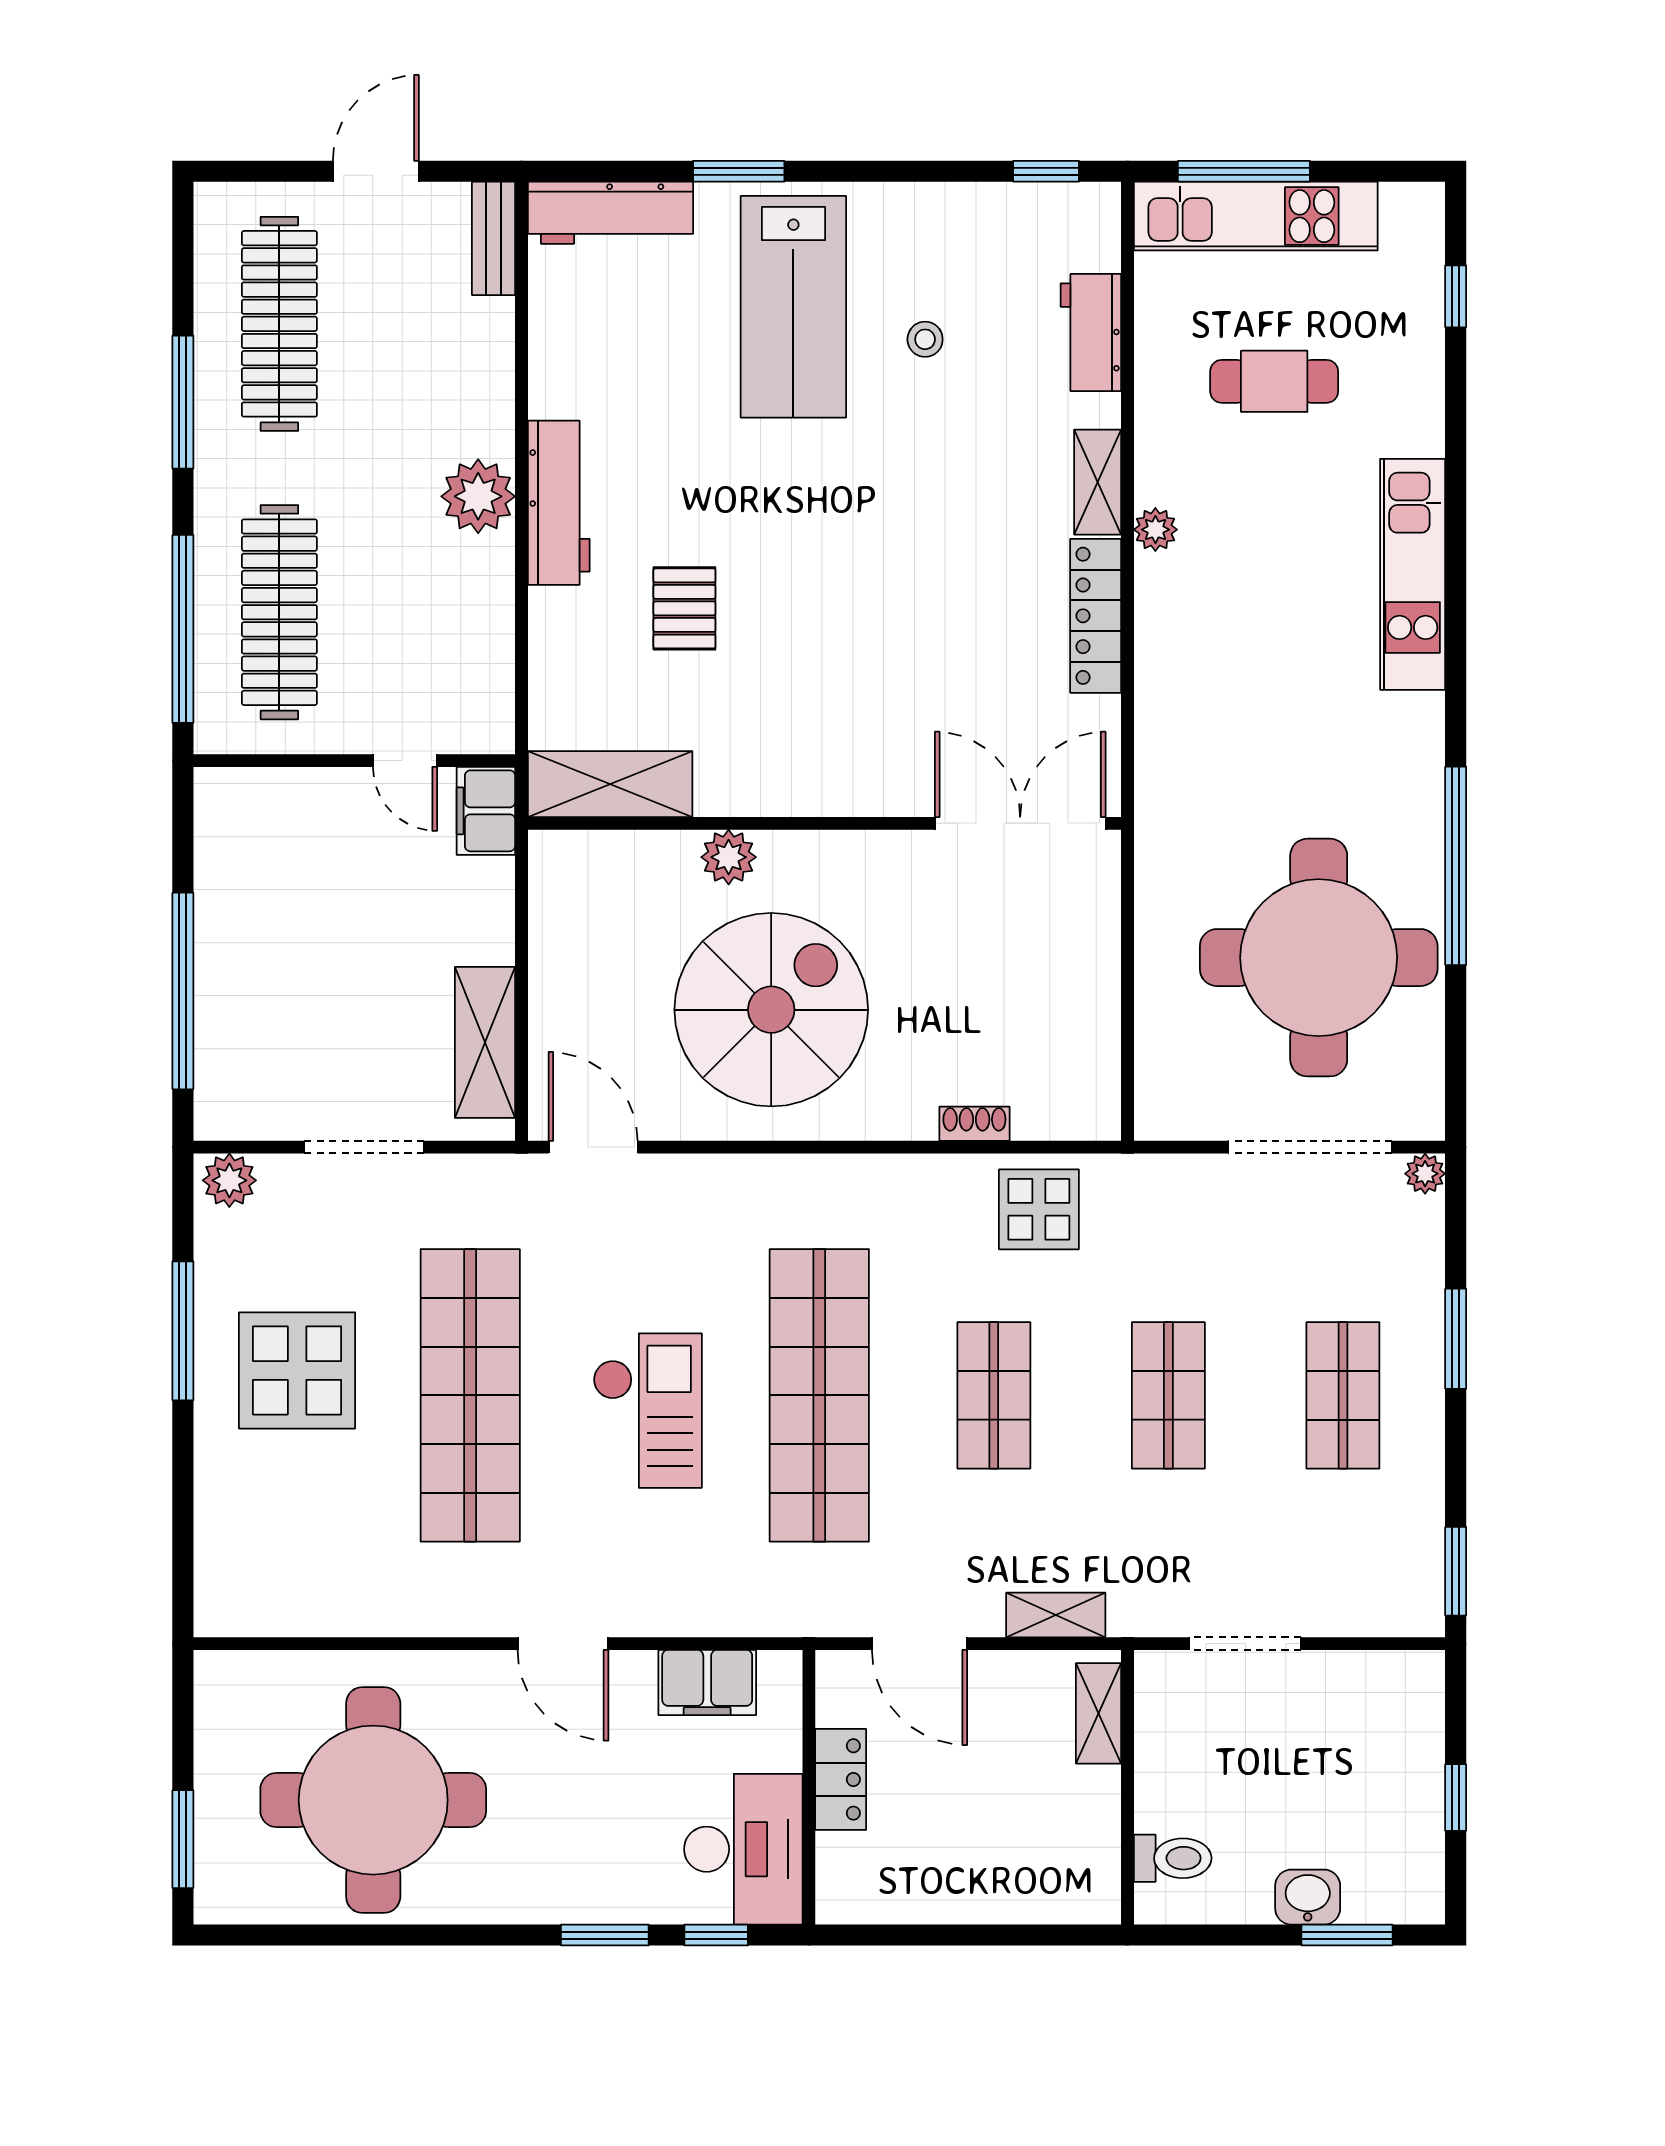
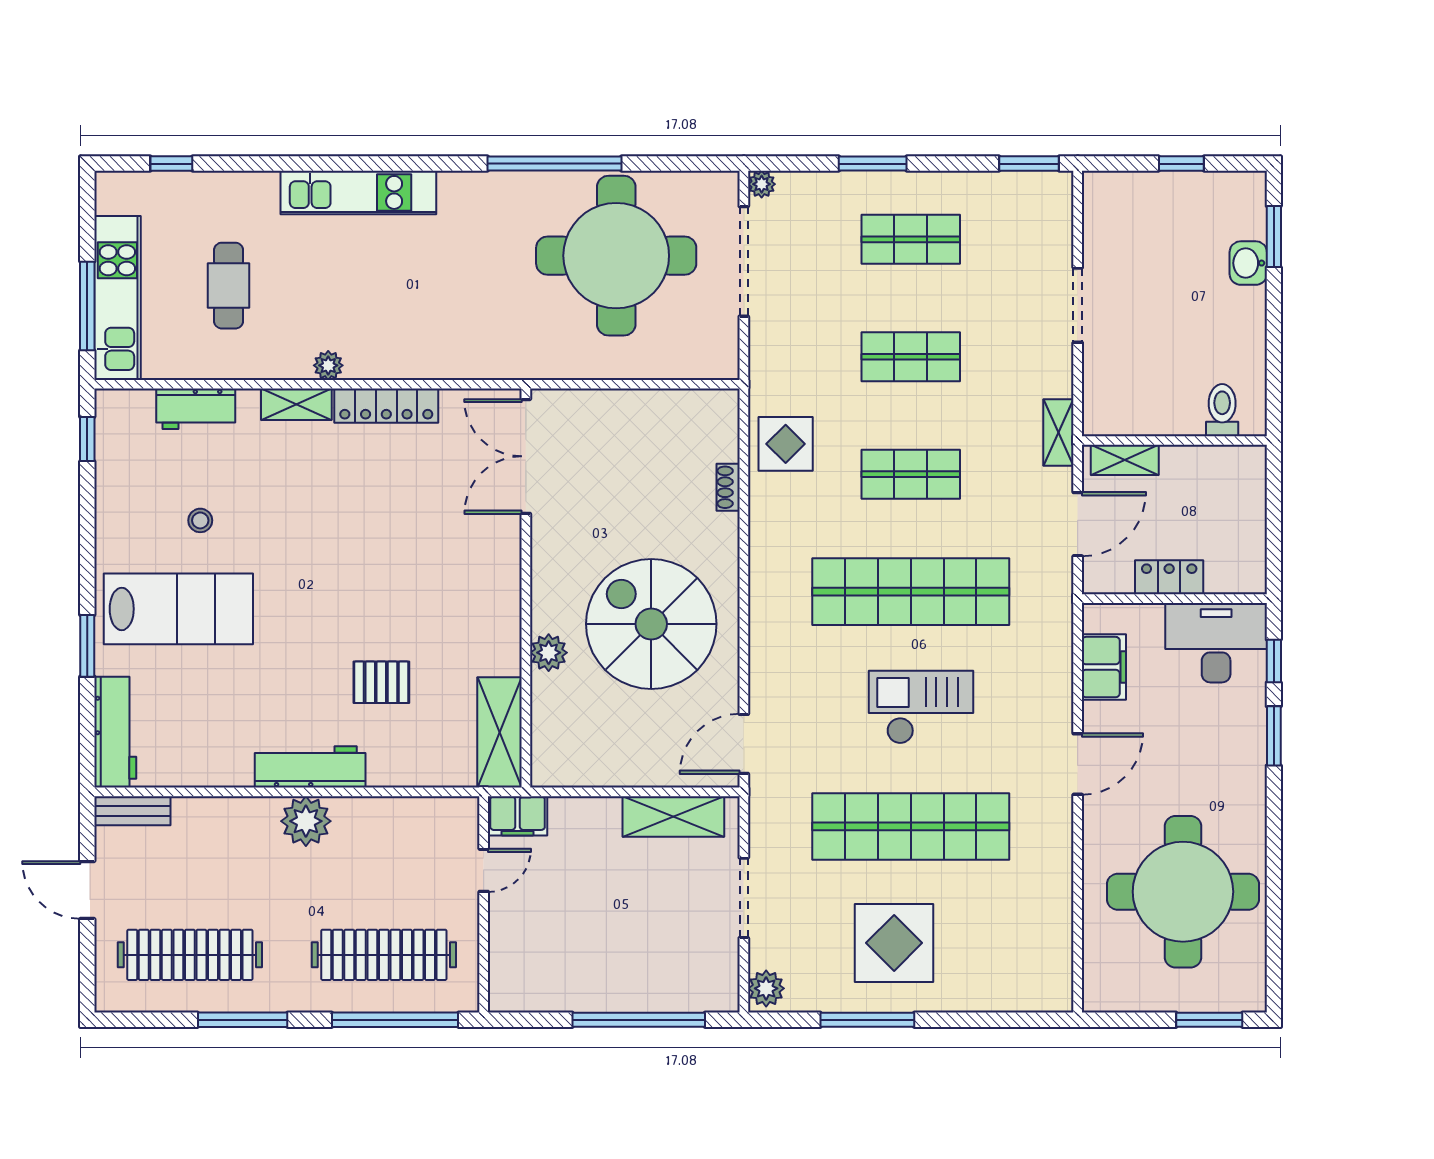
shelving: (1099, 1713) -> (1125, 460), moved
wall: (1128, 1787) -> (1174, 440), moved
toilet: (1173, 1858) -> (1222, 410), moved

